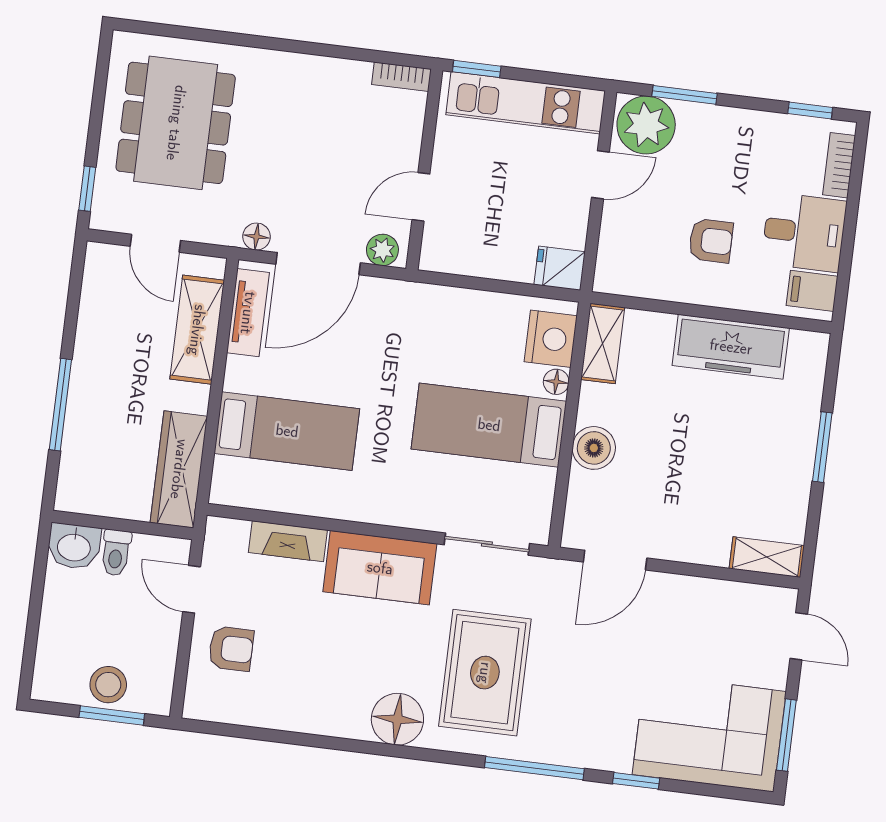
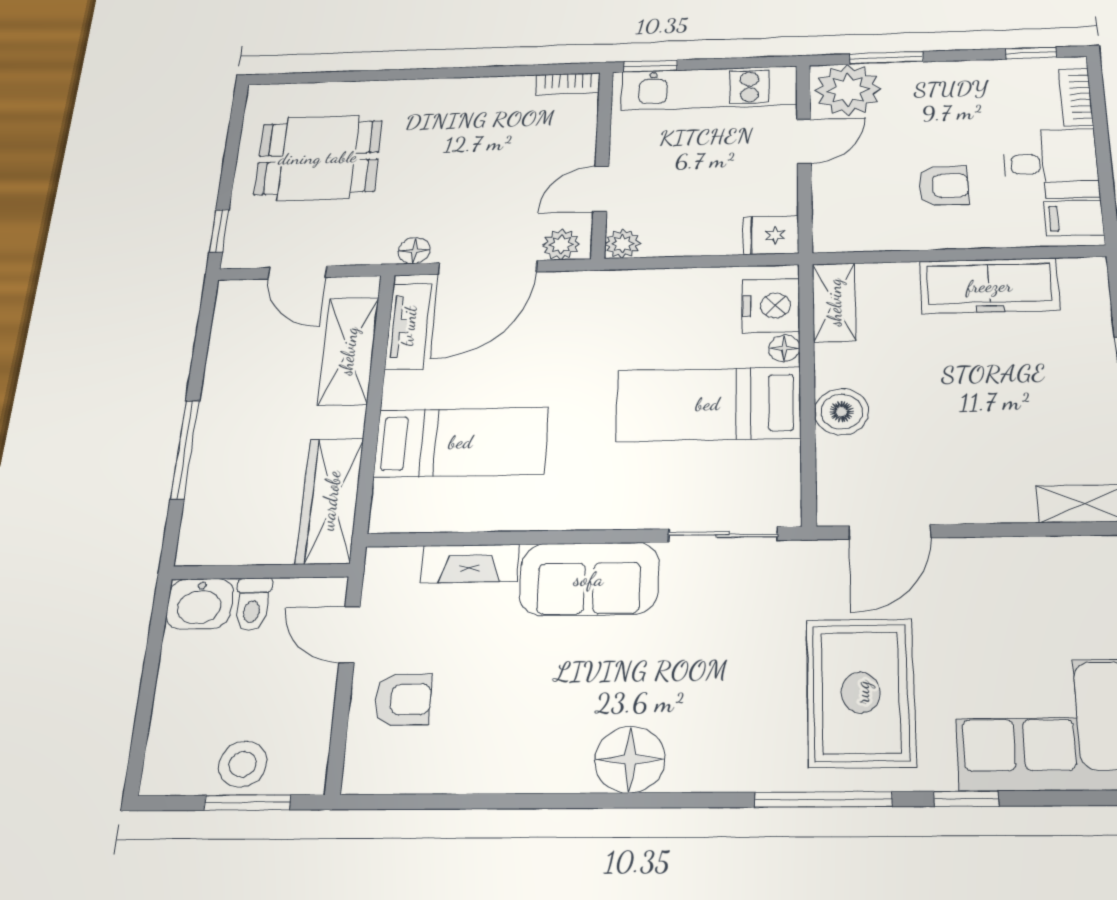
dining table: (176, 123) -> (318, 158), width x0.73
plant: (434, 257) -> (623, 244), added
rug: (485, 673) -> (861, 692), moved

